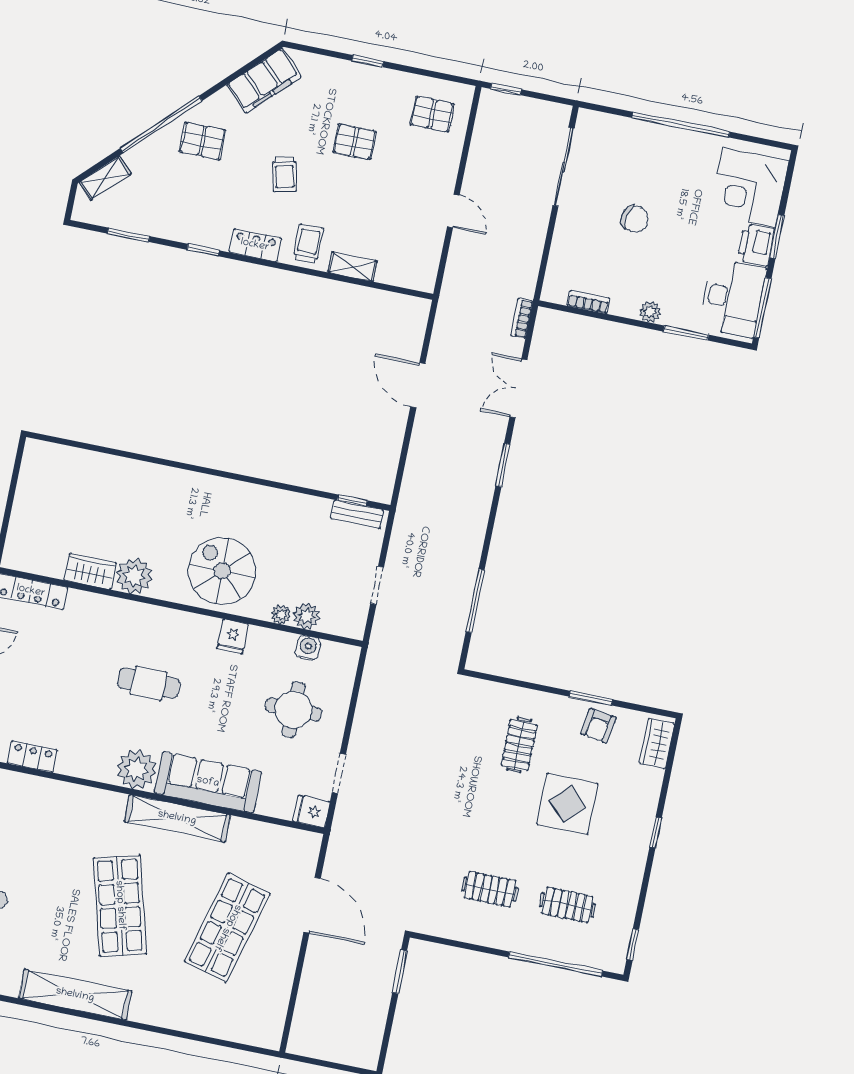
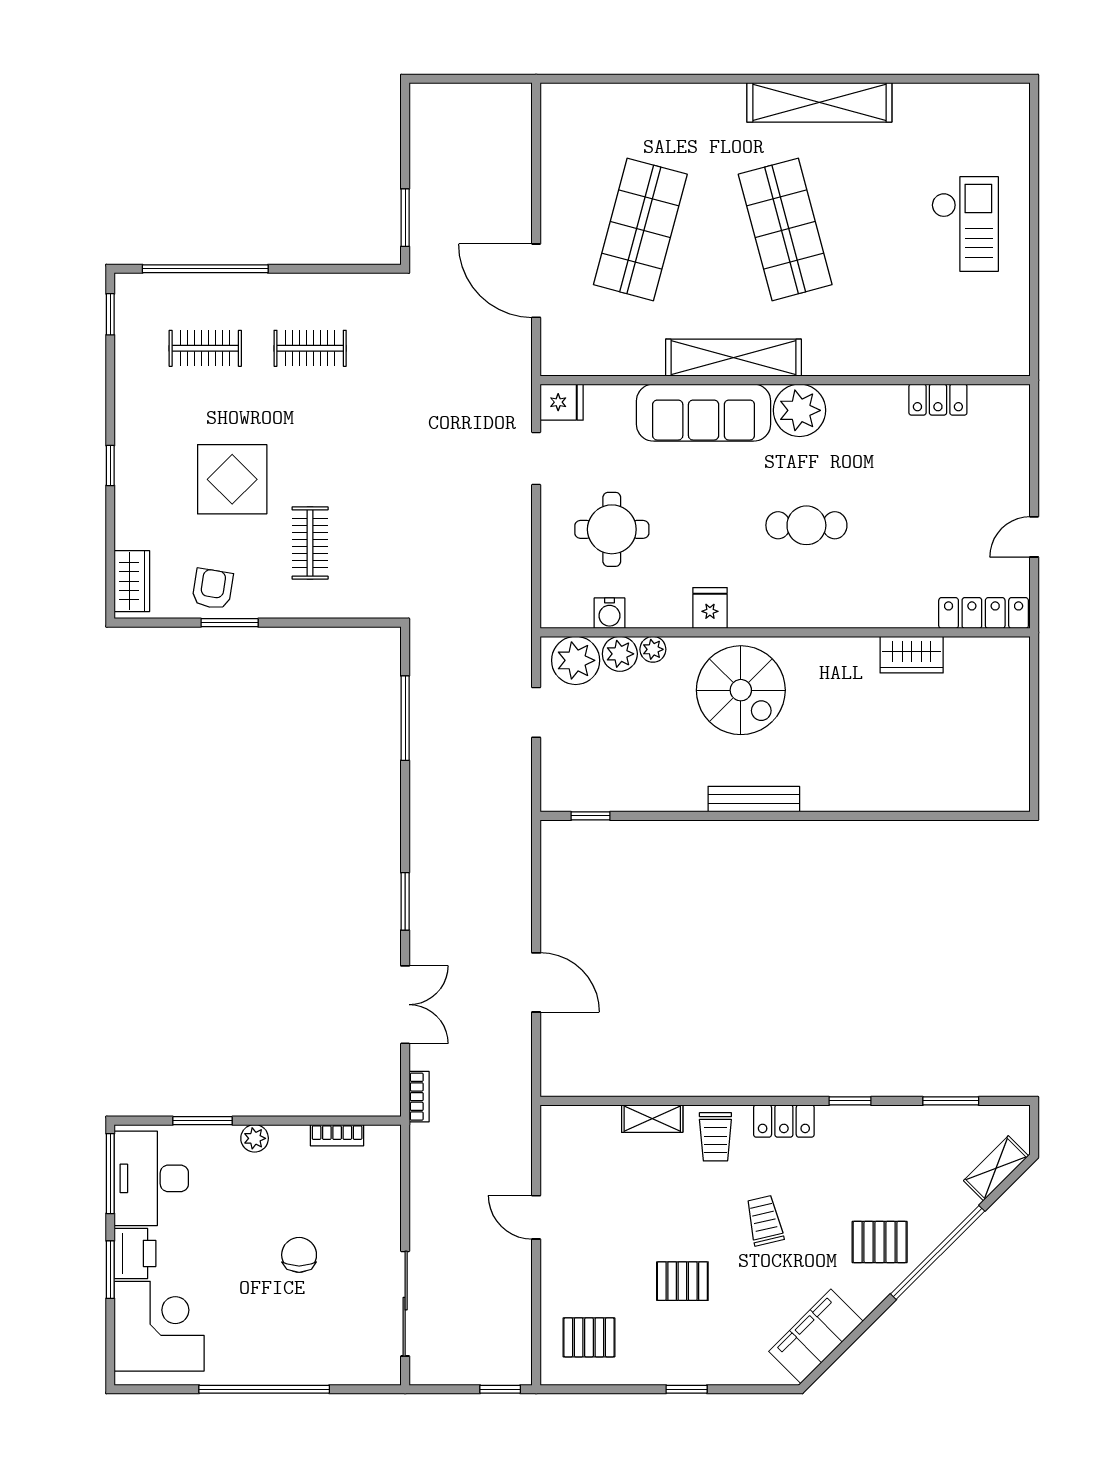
chair: (635, 219) -> (299, 1255), turned 77
bench: (357, 514) -> (754, 799), moved, width x1.36
plant: (134, 576) -> (576, 660), moved

